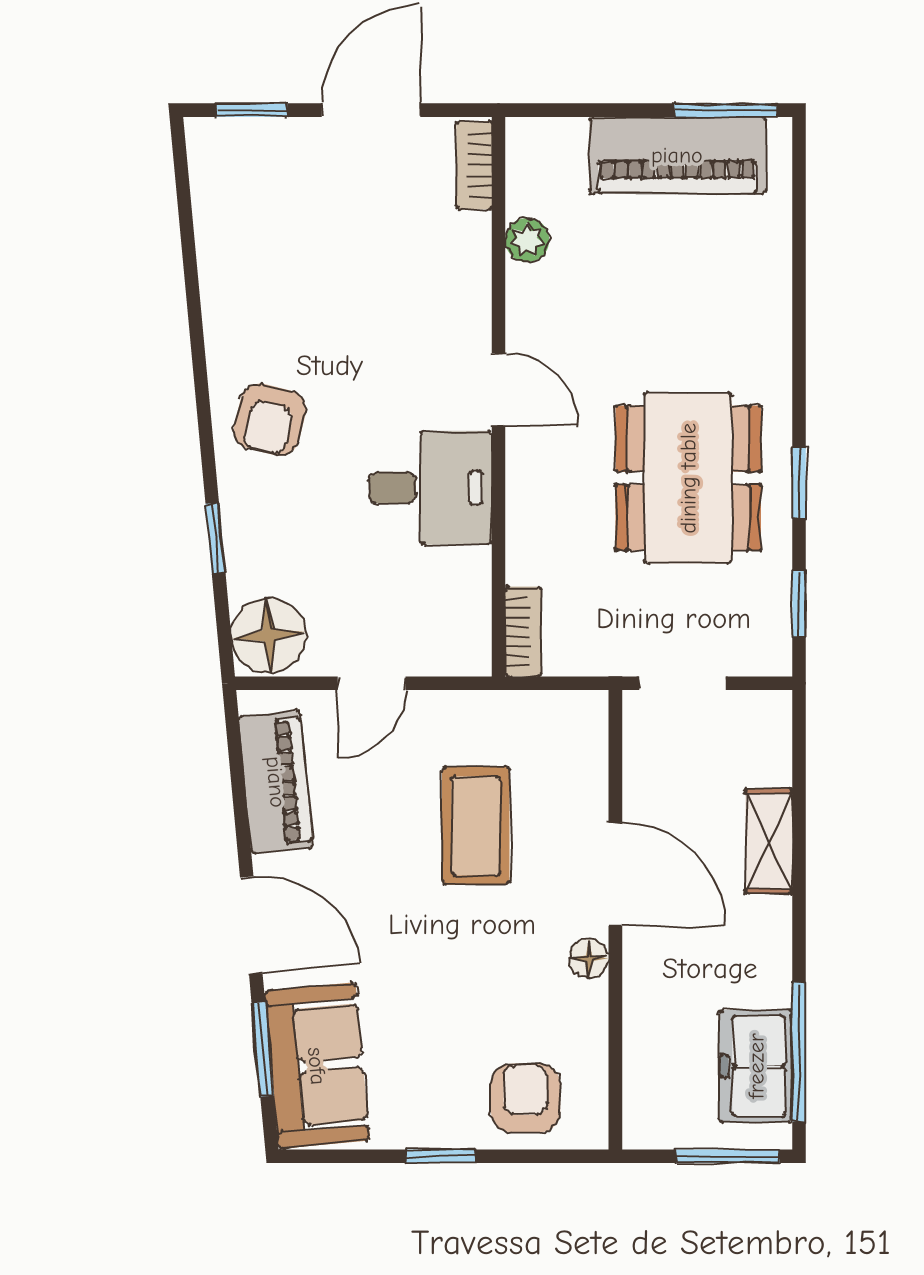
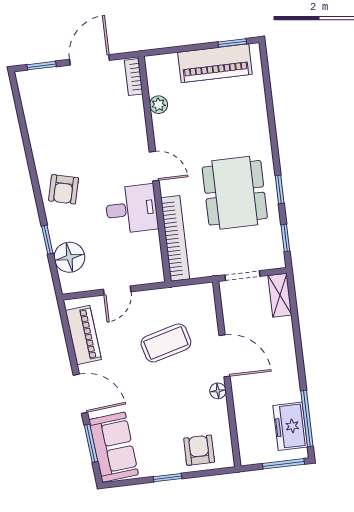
window: (726, 110) -> (232, 43), width x0.67
bookcase: (523, 632) -> (175, 238), width x2.31, depth x1.31
floor lamp: (269, 635) -> (69, 257), moved
coffee table: (476, 826) -> (166, 343), turned 75
shelving: (769, 841) -> (280, 295), moved

